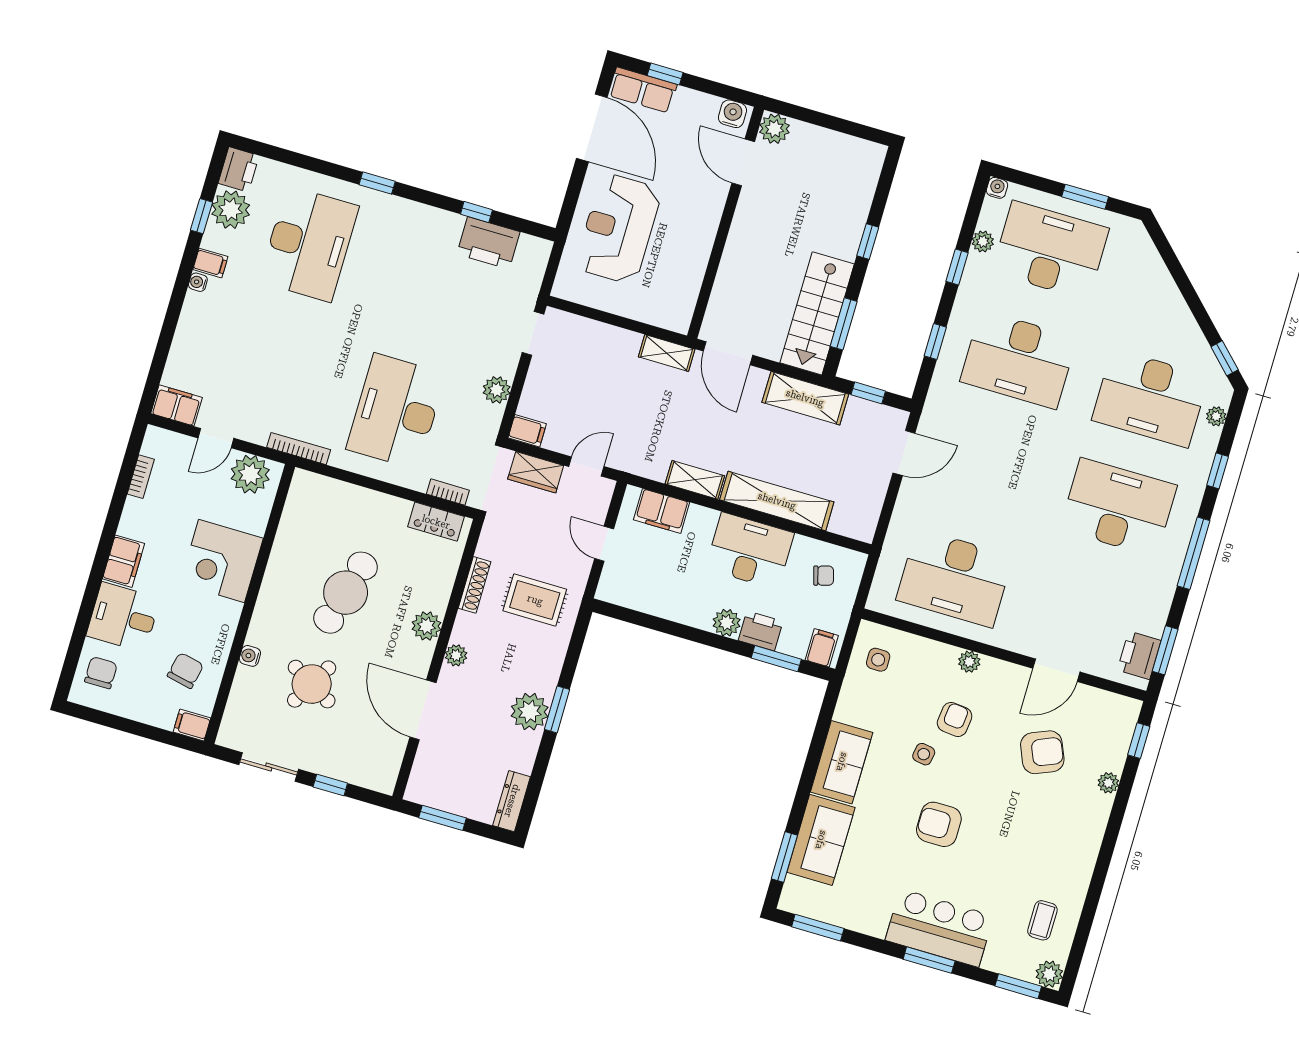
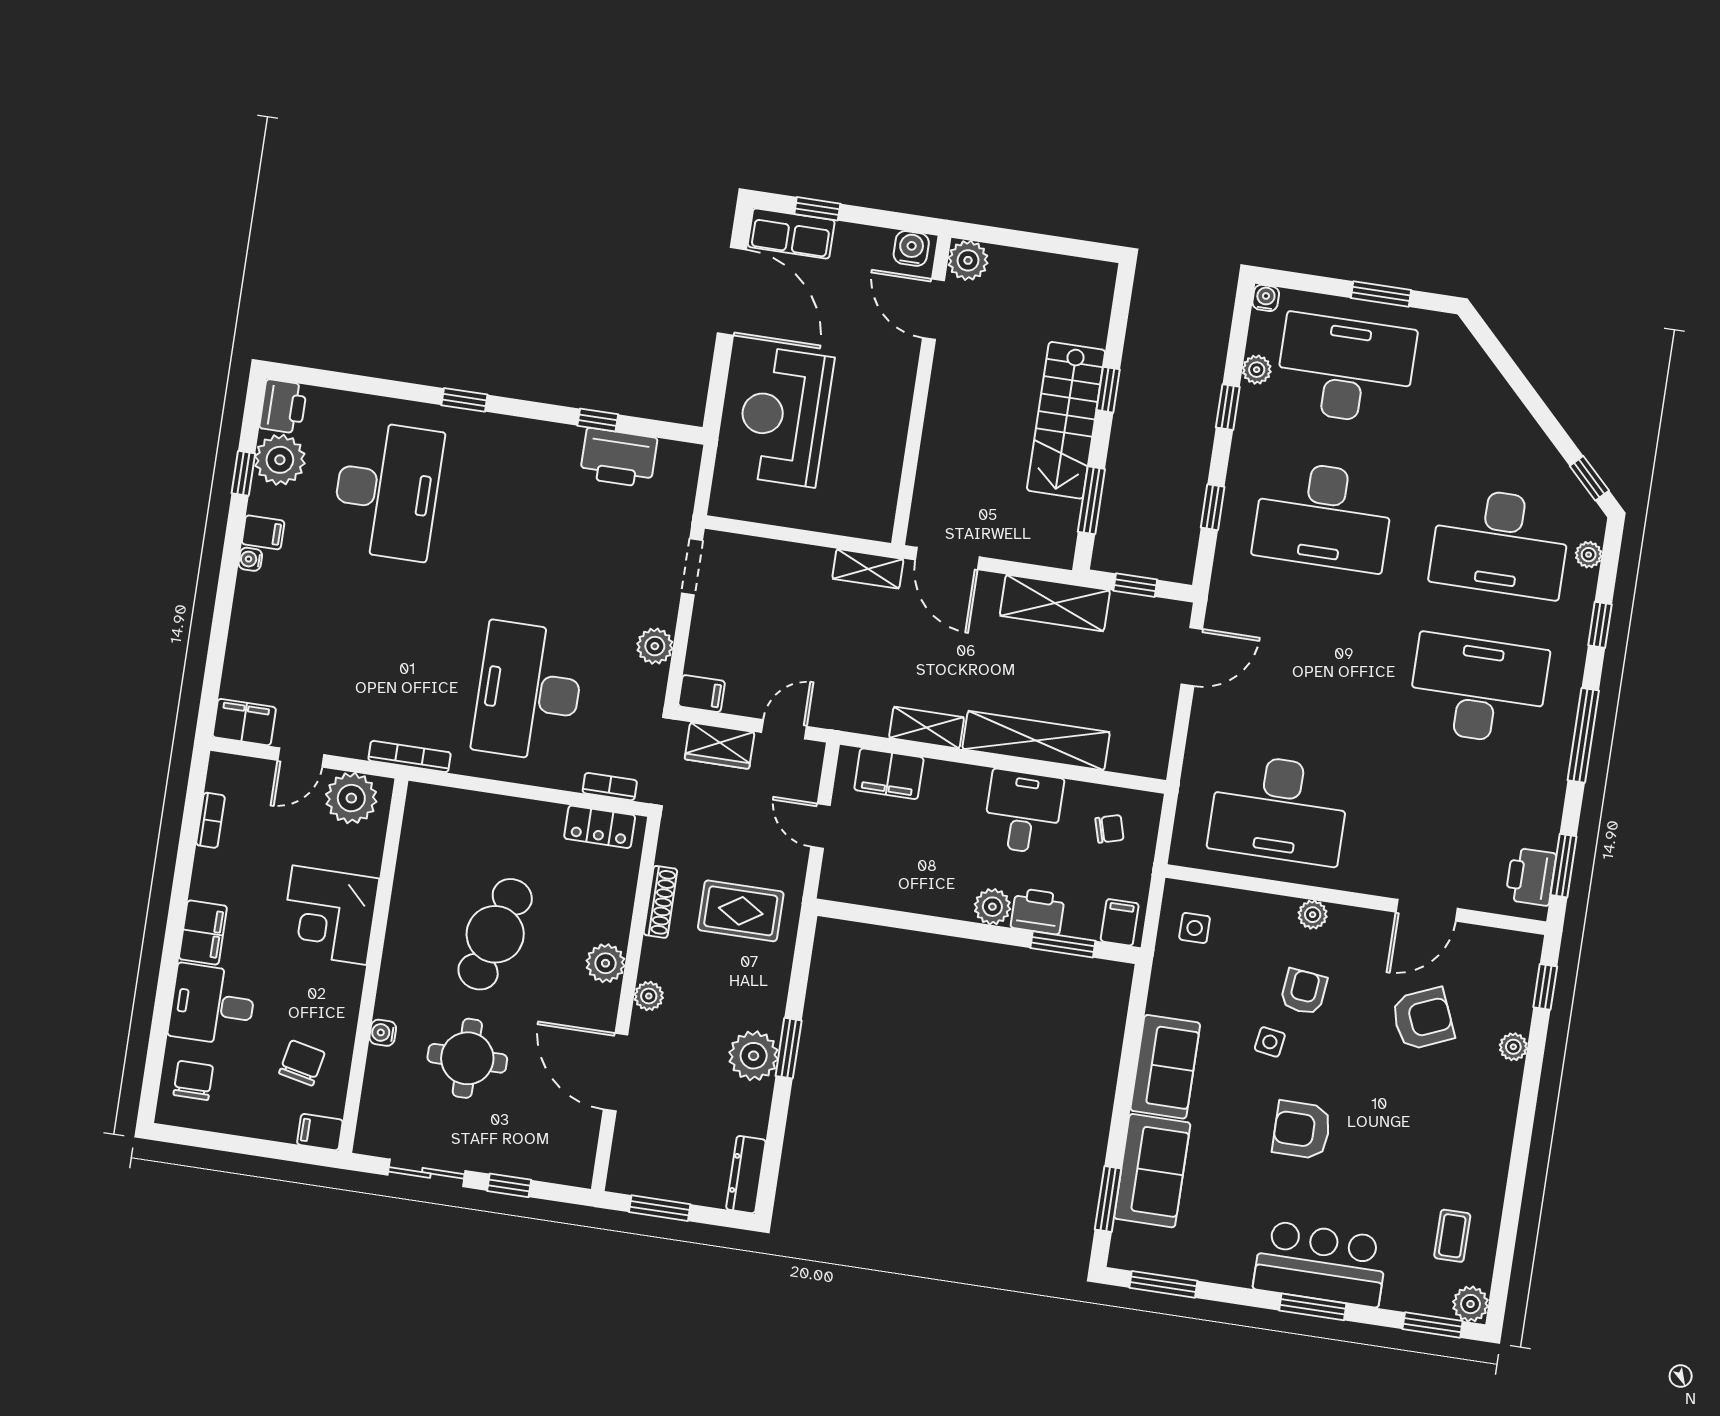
stairs: (817, 313) -> (1066, 420), moved
desk: (750, 551) -> (1023, 812), width x0.73
round table: (312, 684) -> (467, 1058), turned -30

